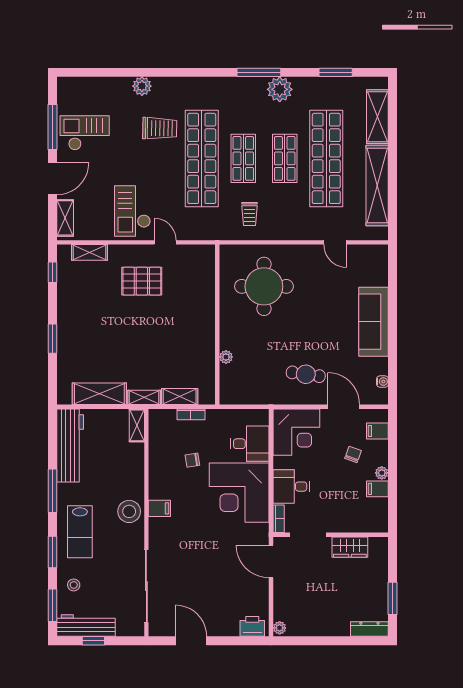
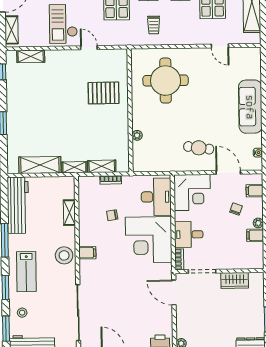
pallet: (142, 281) -> (104, 93), moved
shelving: (137, 425) -> (69, 213), moved
desk: (250, 444) -> (156, 197), width x1.37

